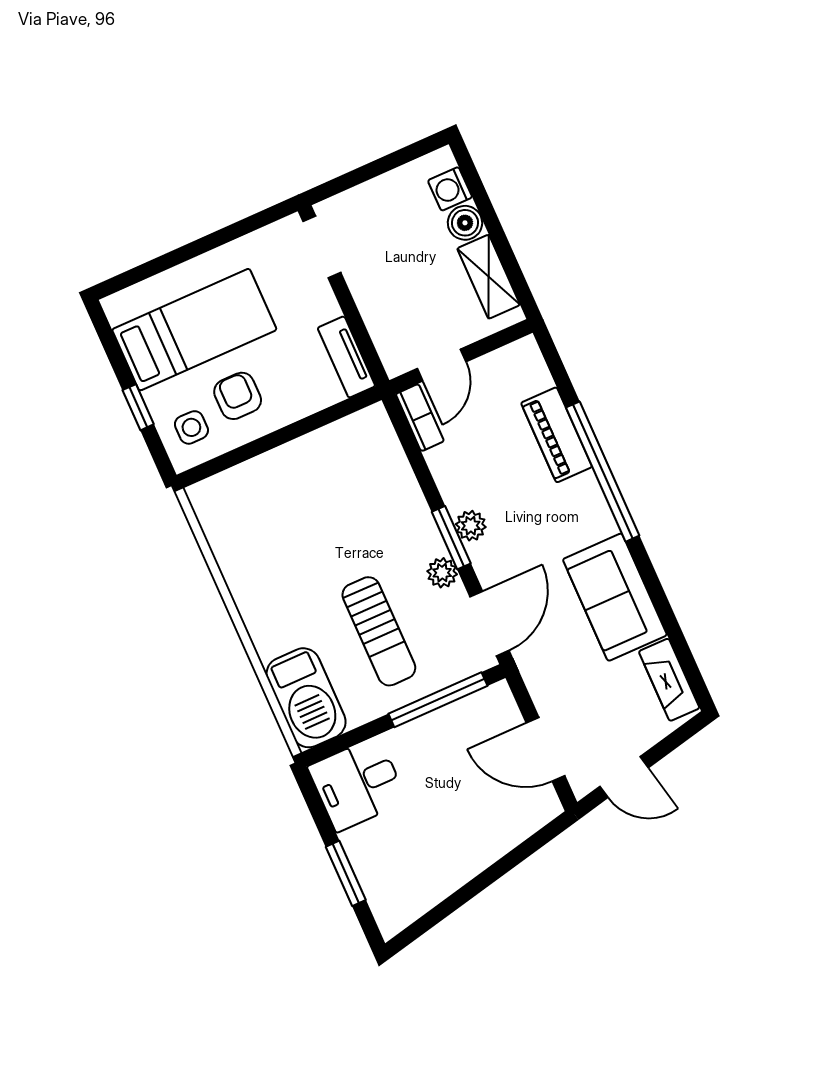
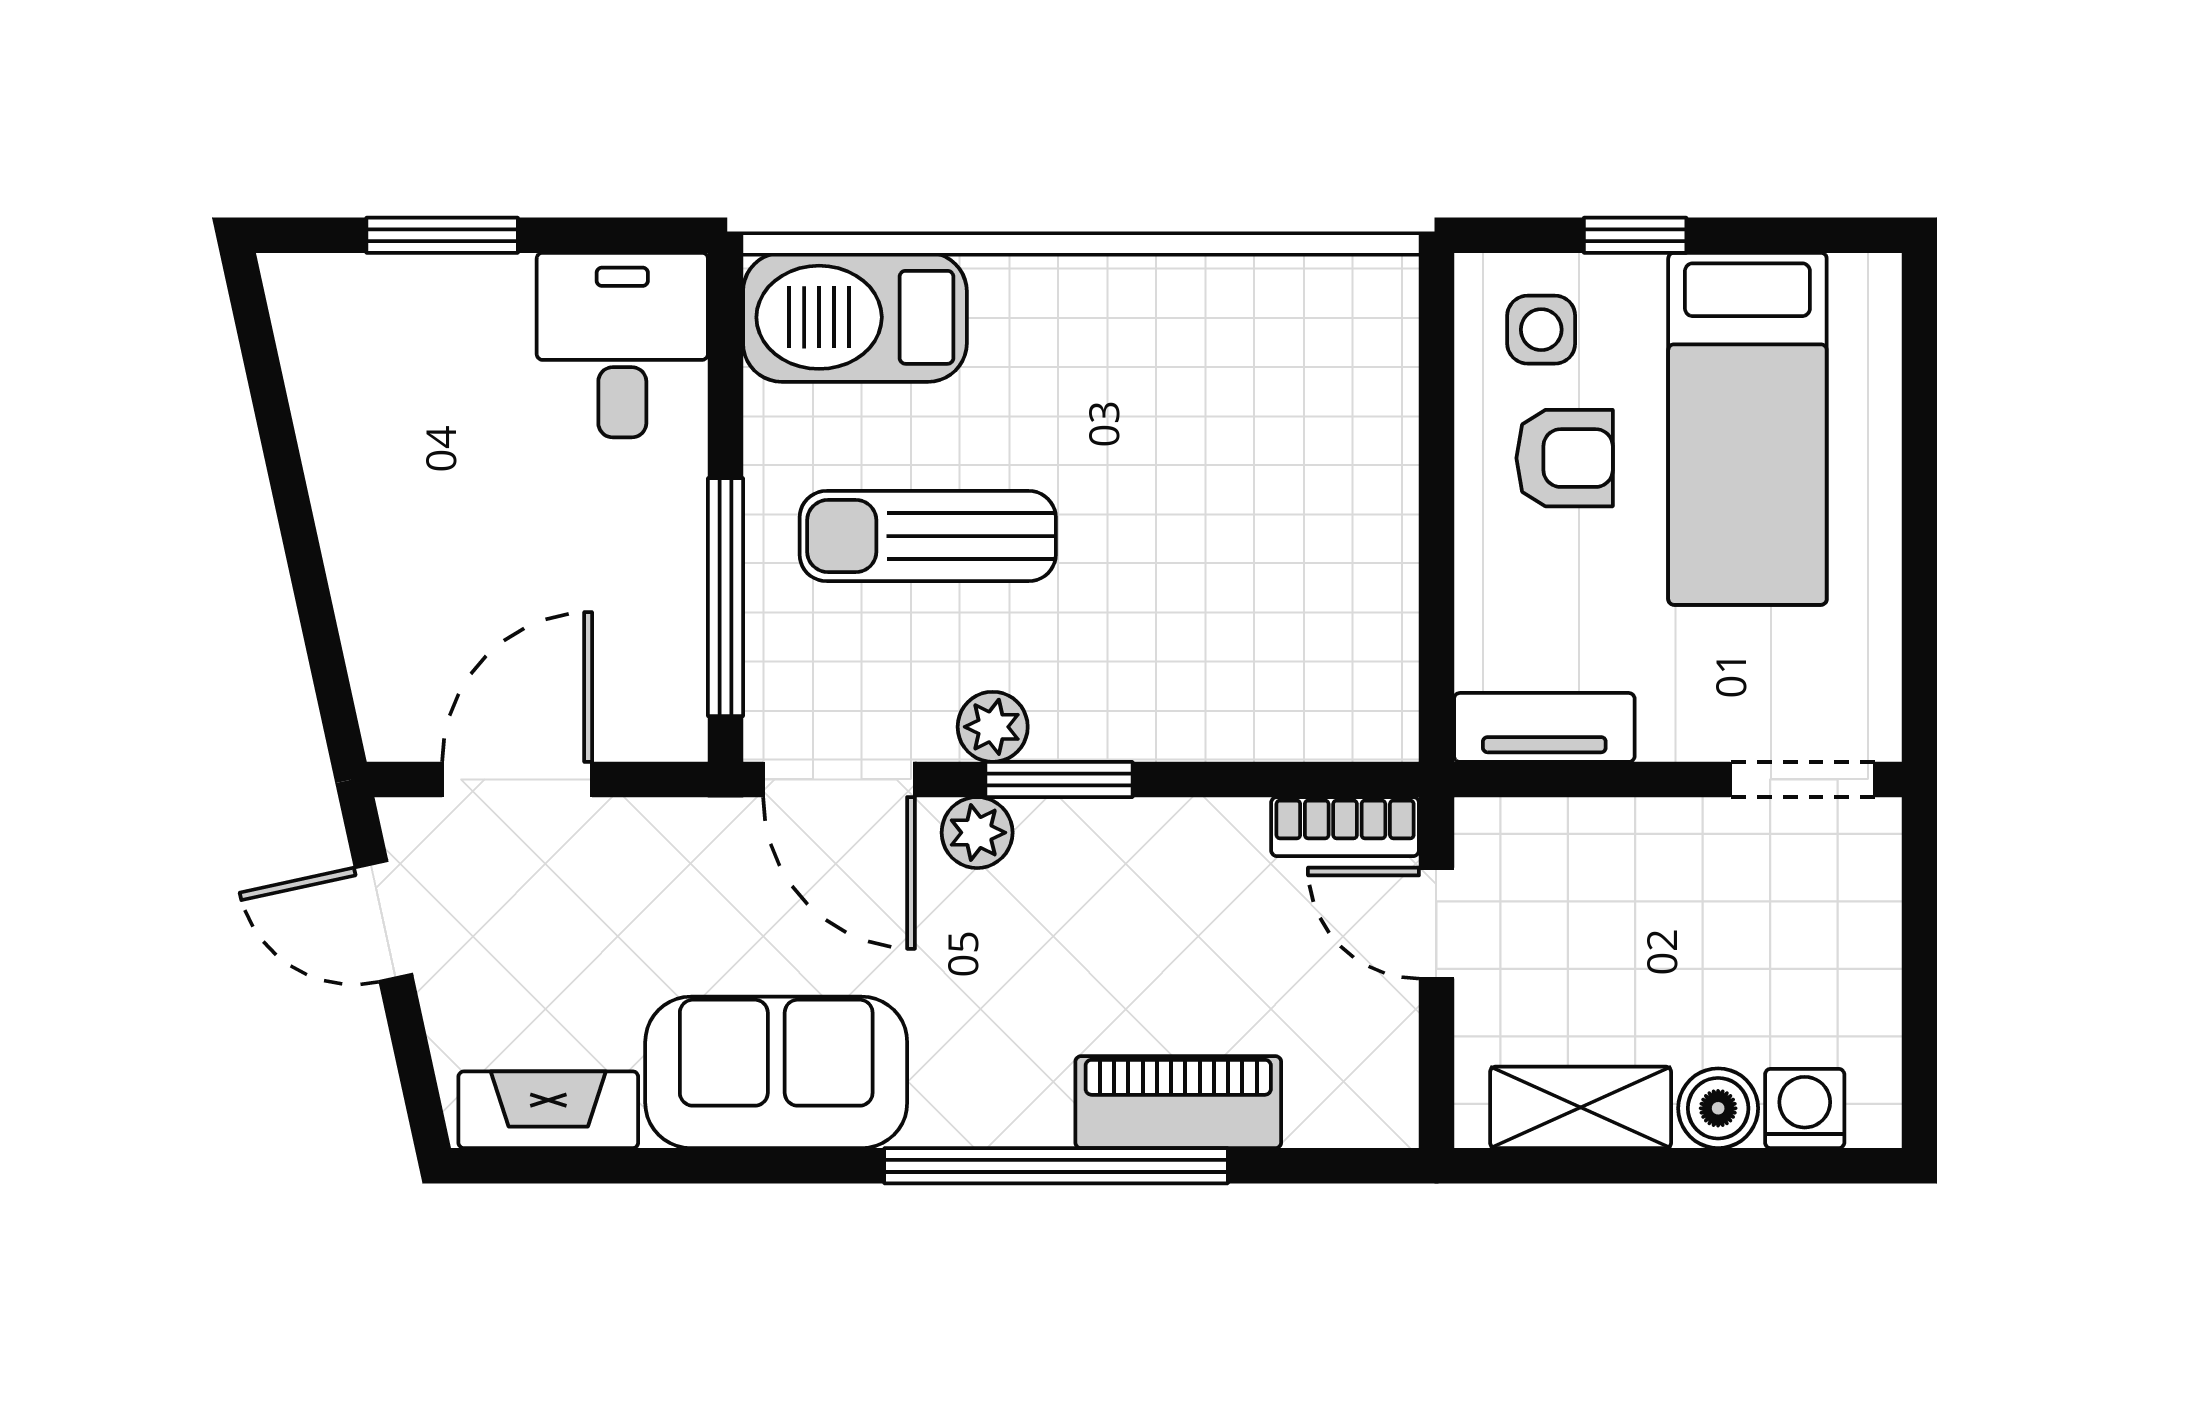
plant: (471, 526) -> (977, 833), moved
door: (624, 777) -> (383, 921), hinge flipped

